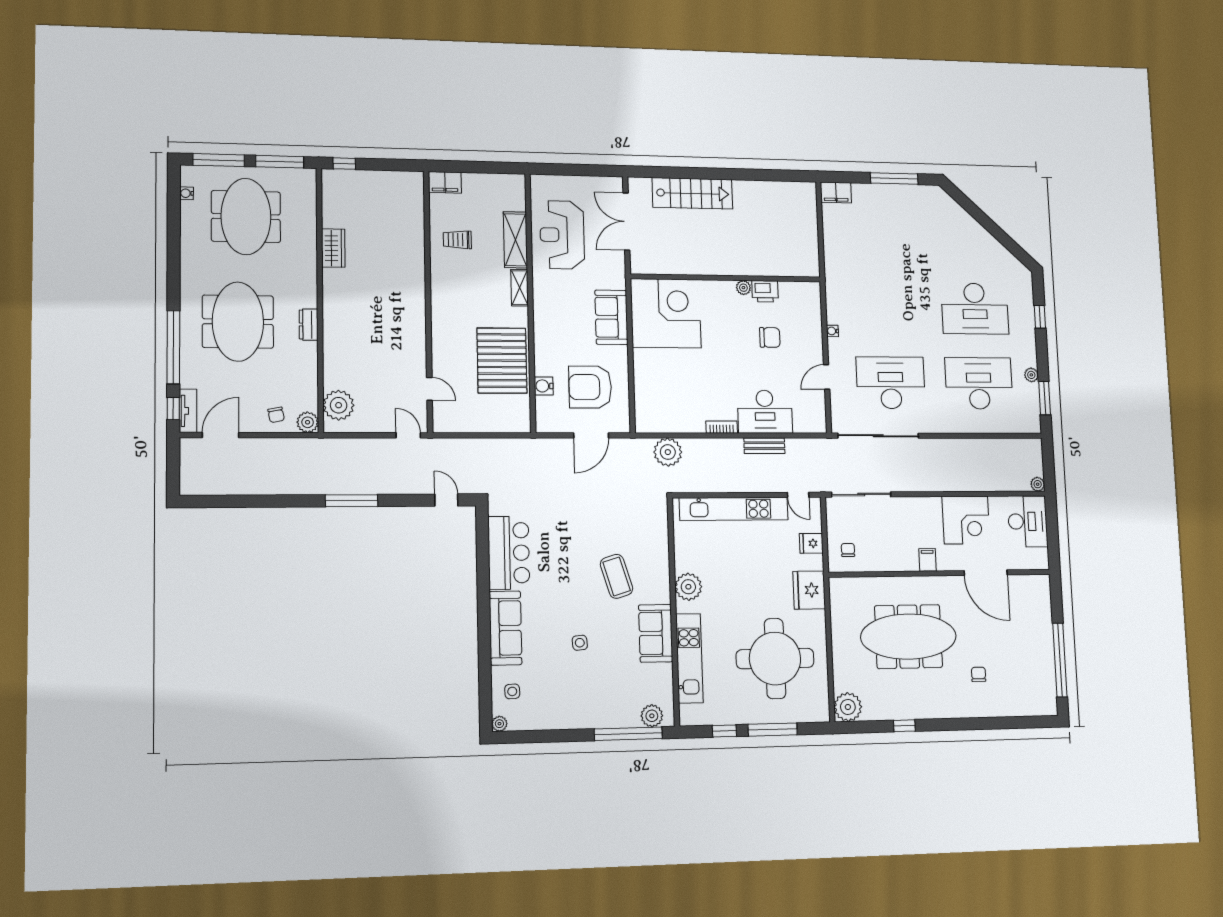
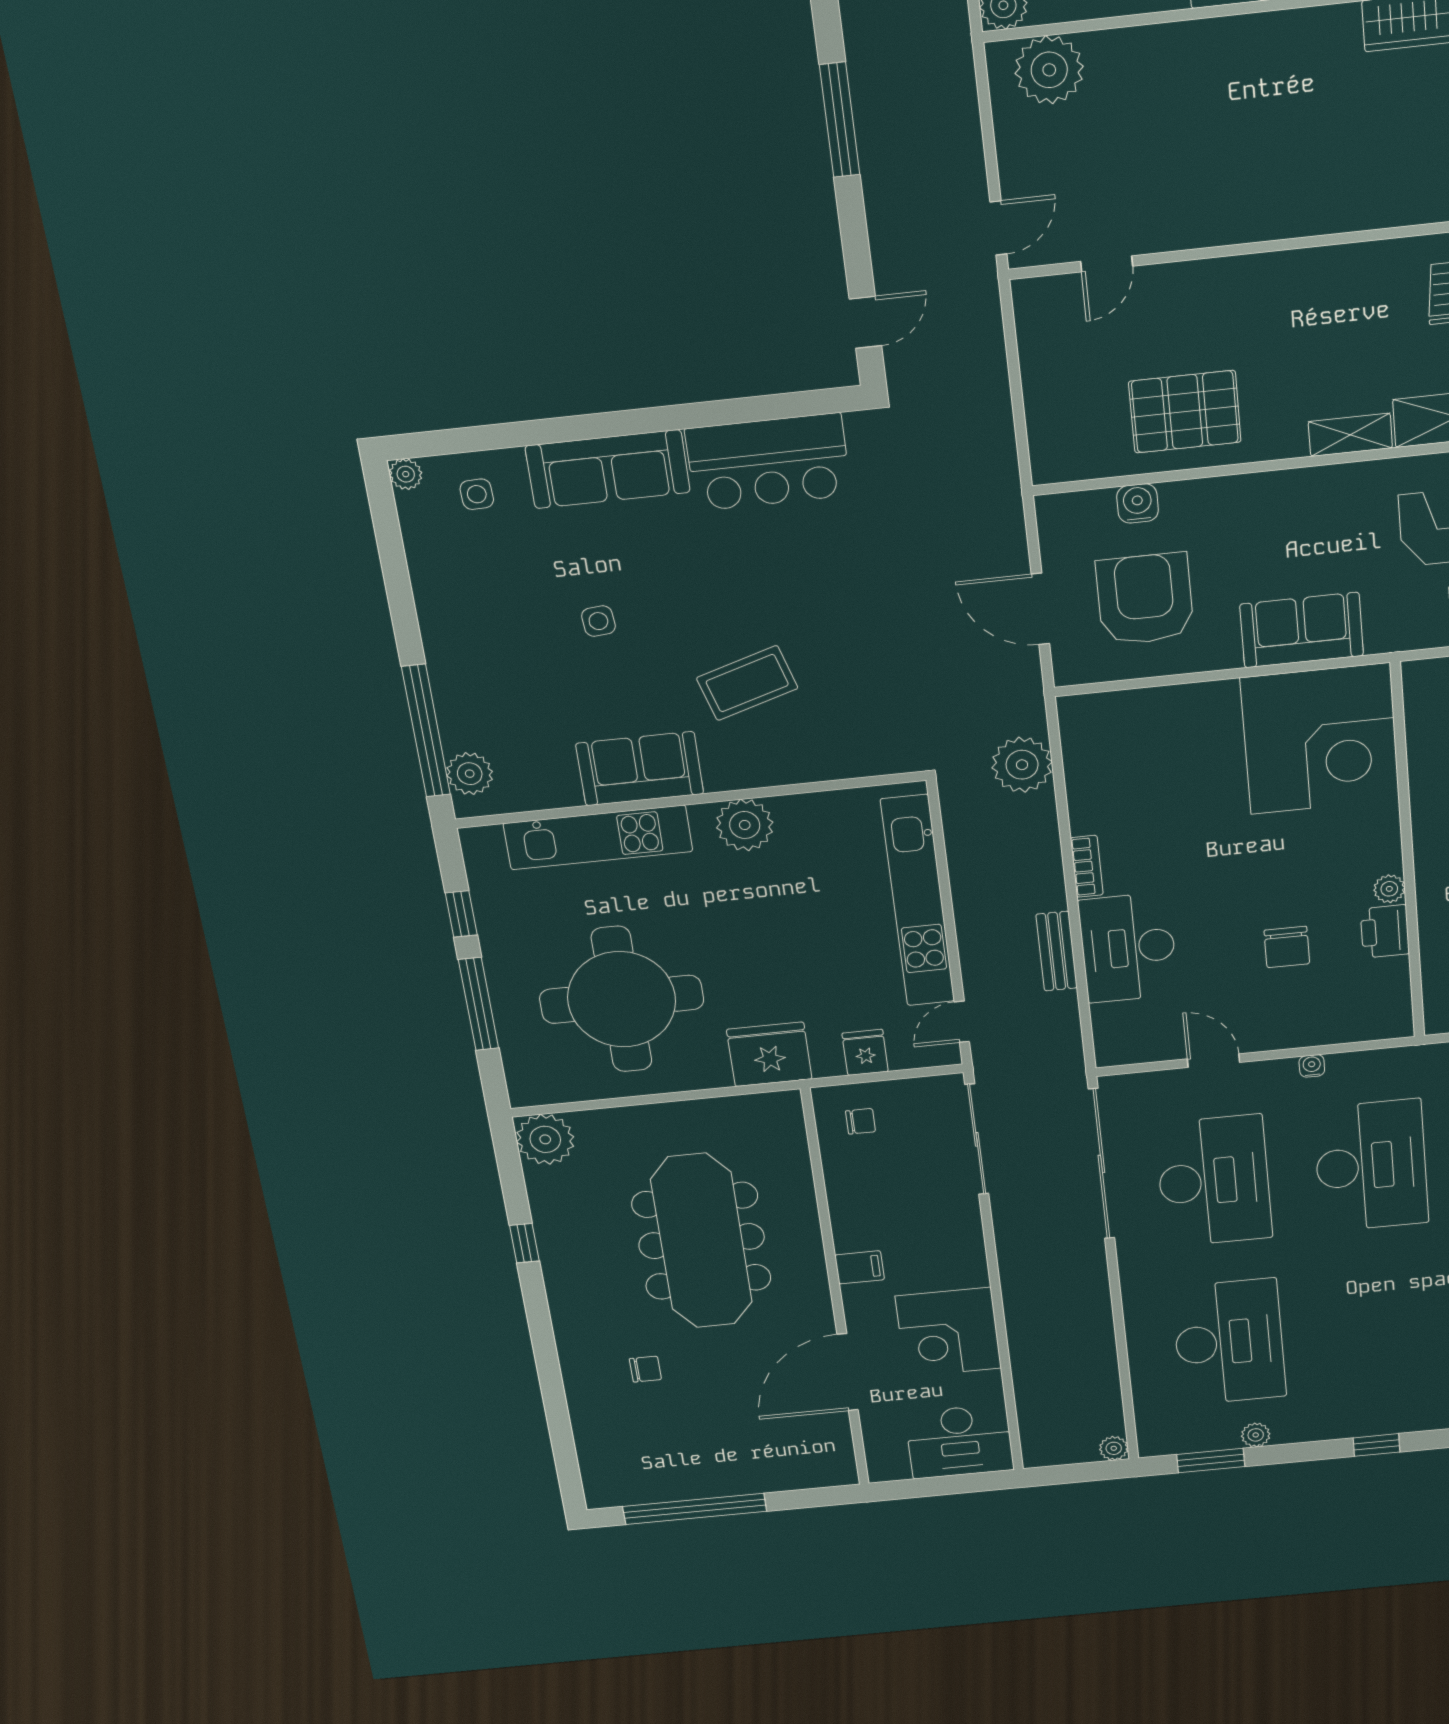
desk: (975, 309) -> (1371, 1166), moved, turned 180
pallet: (502, 361) -> (1185, 412), width x0.73, depth x0.71
plant: (1038, 484) -> (1114, 1448), moved

